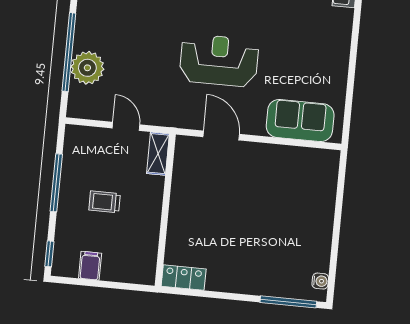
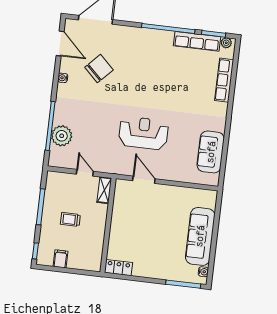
sofa: (300, 121) -> (211, 152), moved, turned -90
sofa: (314, 225) -> (200, 236), added

